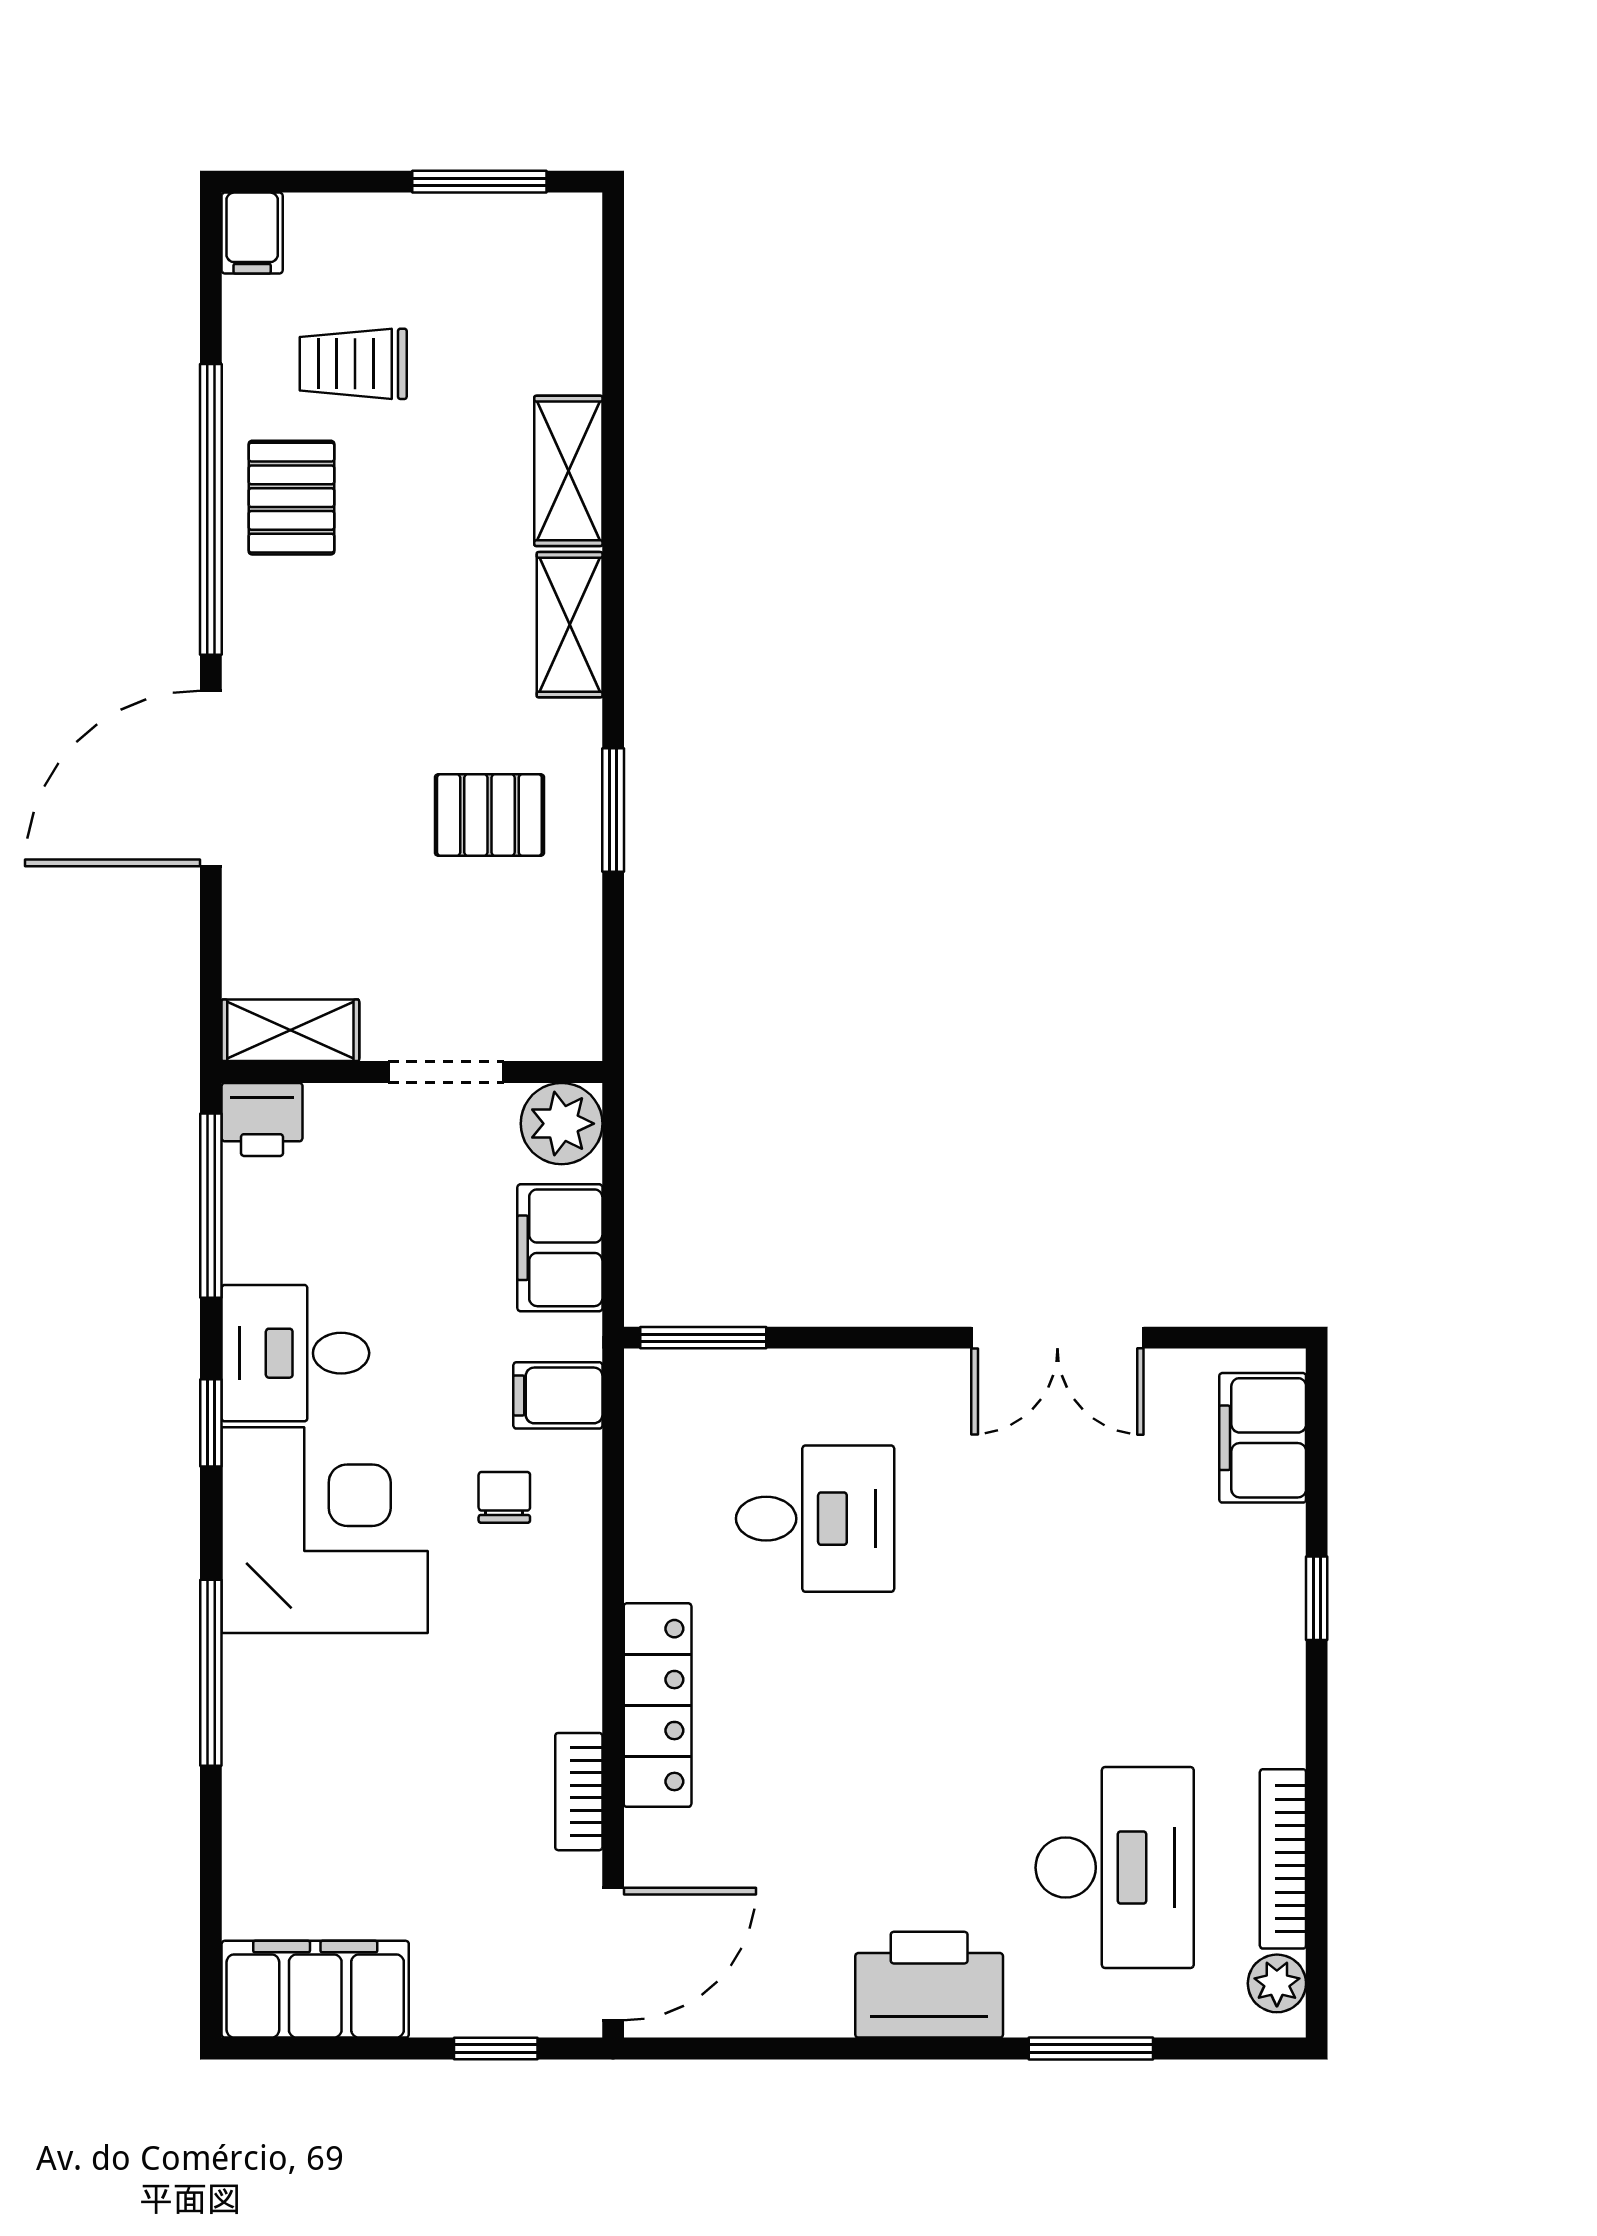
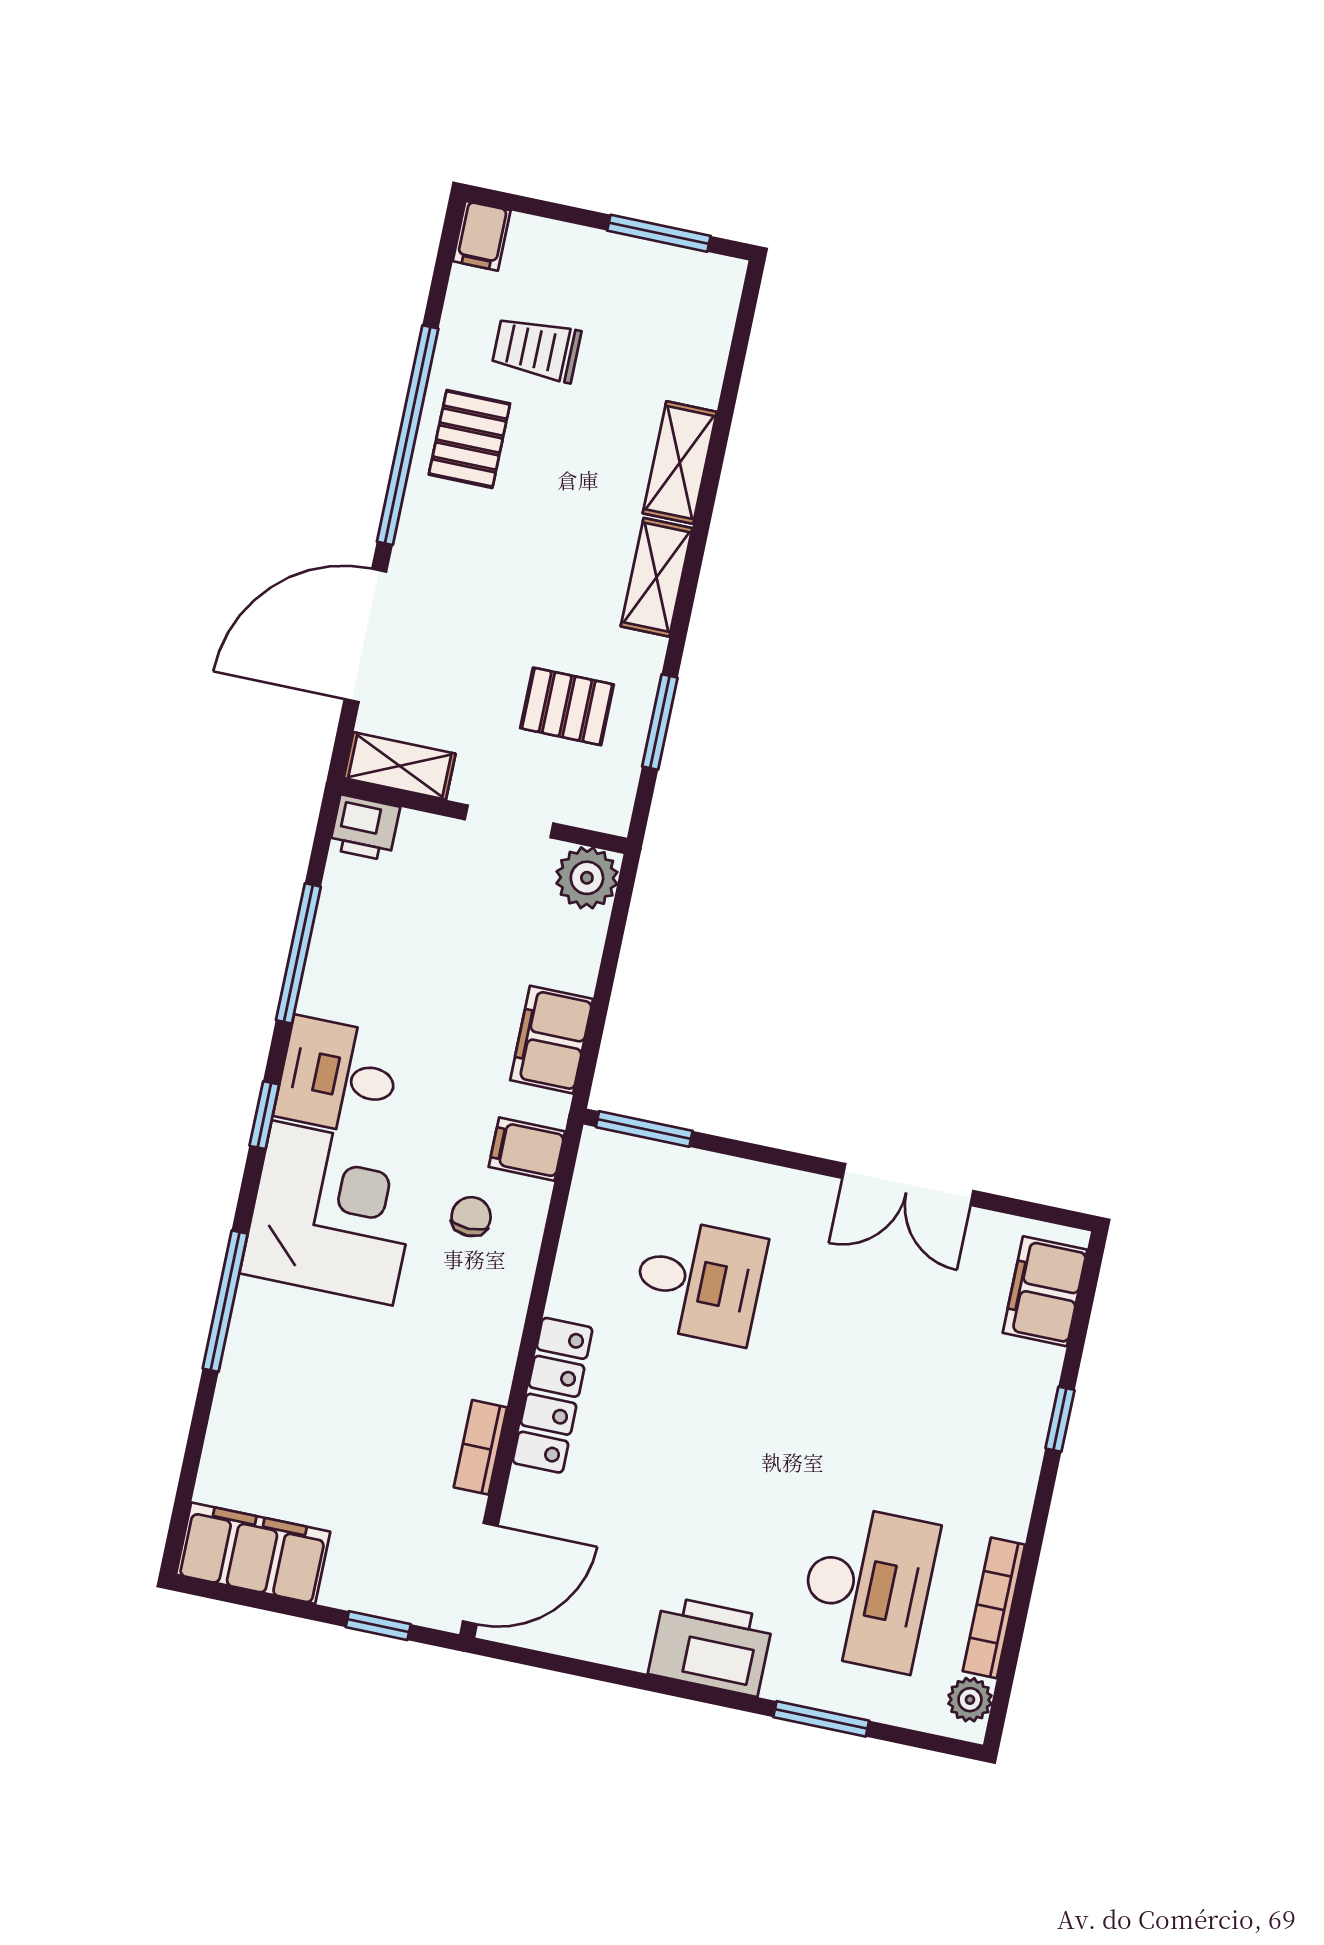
shelving: (290, 1030) -> (400, 766), moved
wall: (412, 1072) -> (484, 816), moved
doorway: (446, 1072) -> (509, 821), moved
printer: (262, 1119) -> (365, 828), moved
plant: (562, 1124) -> (587, 878), moved

